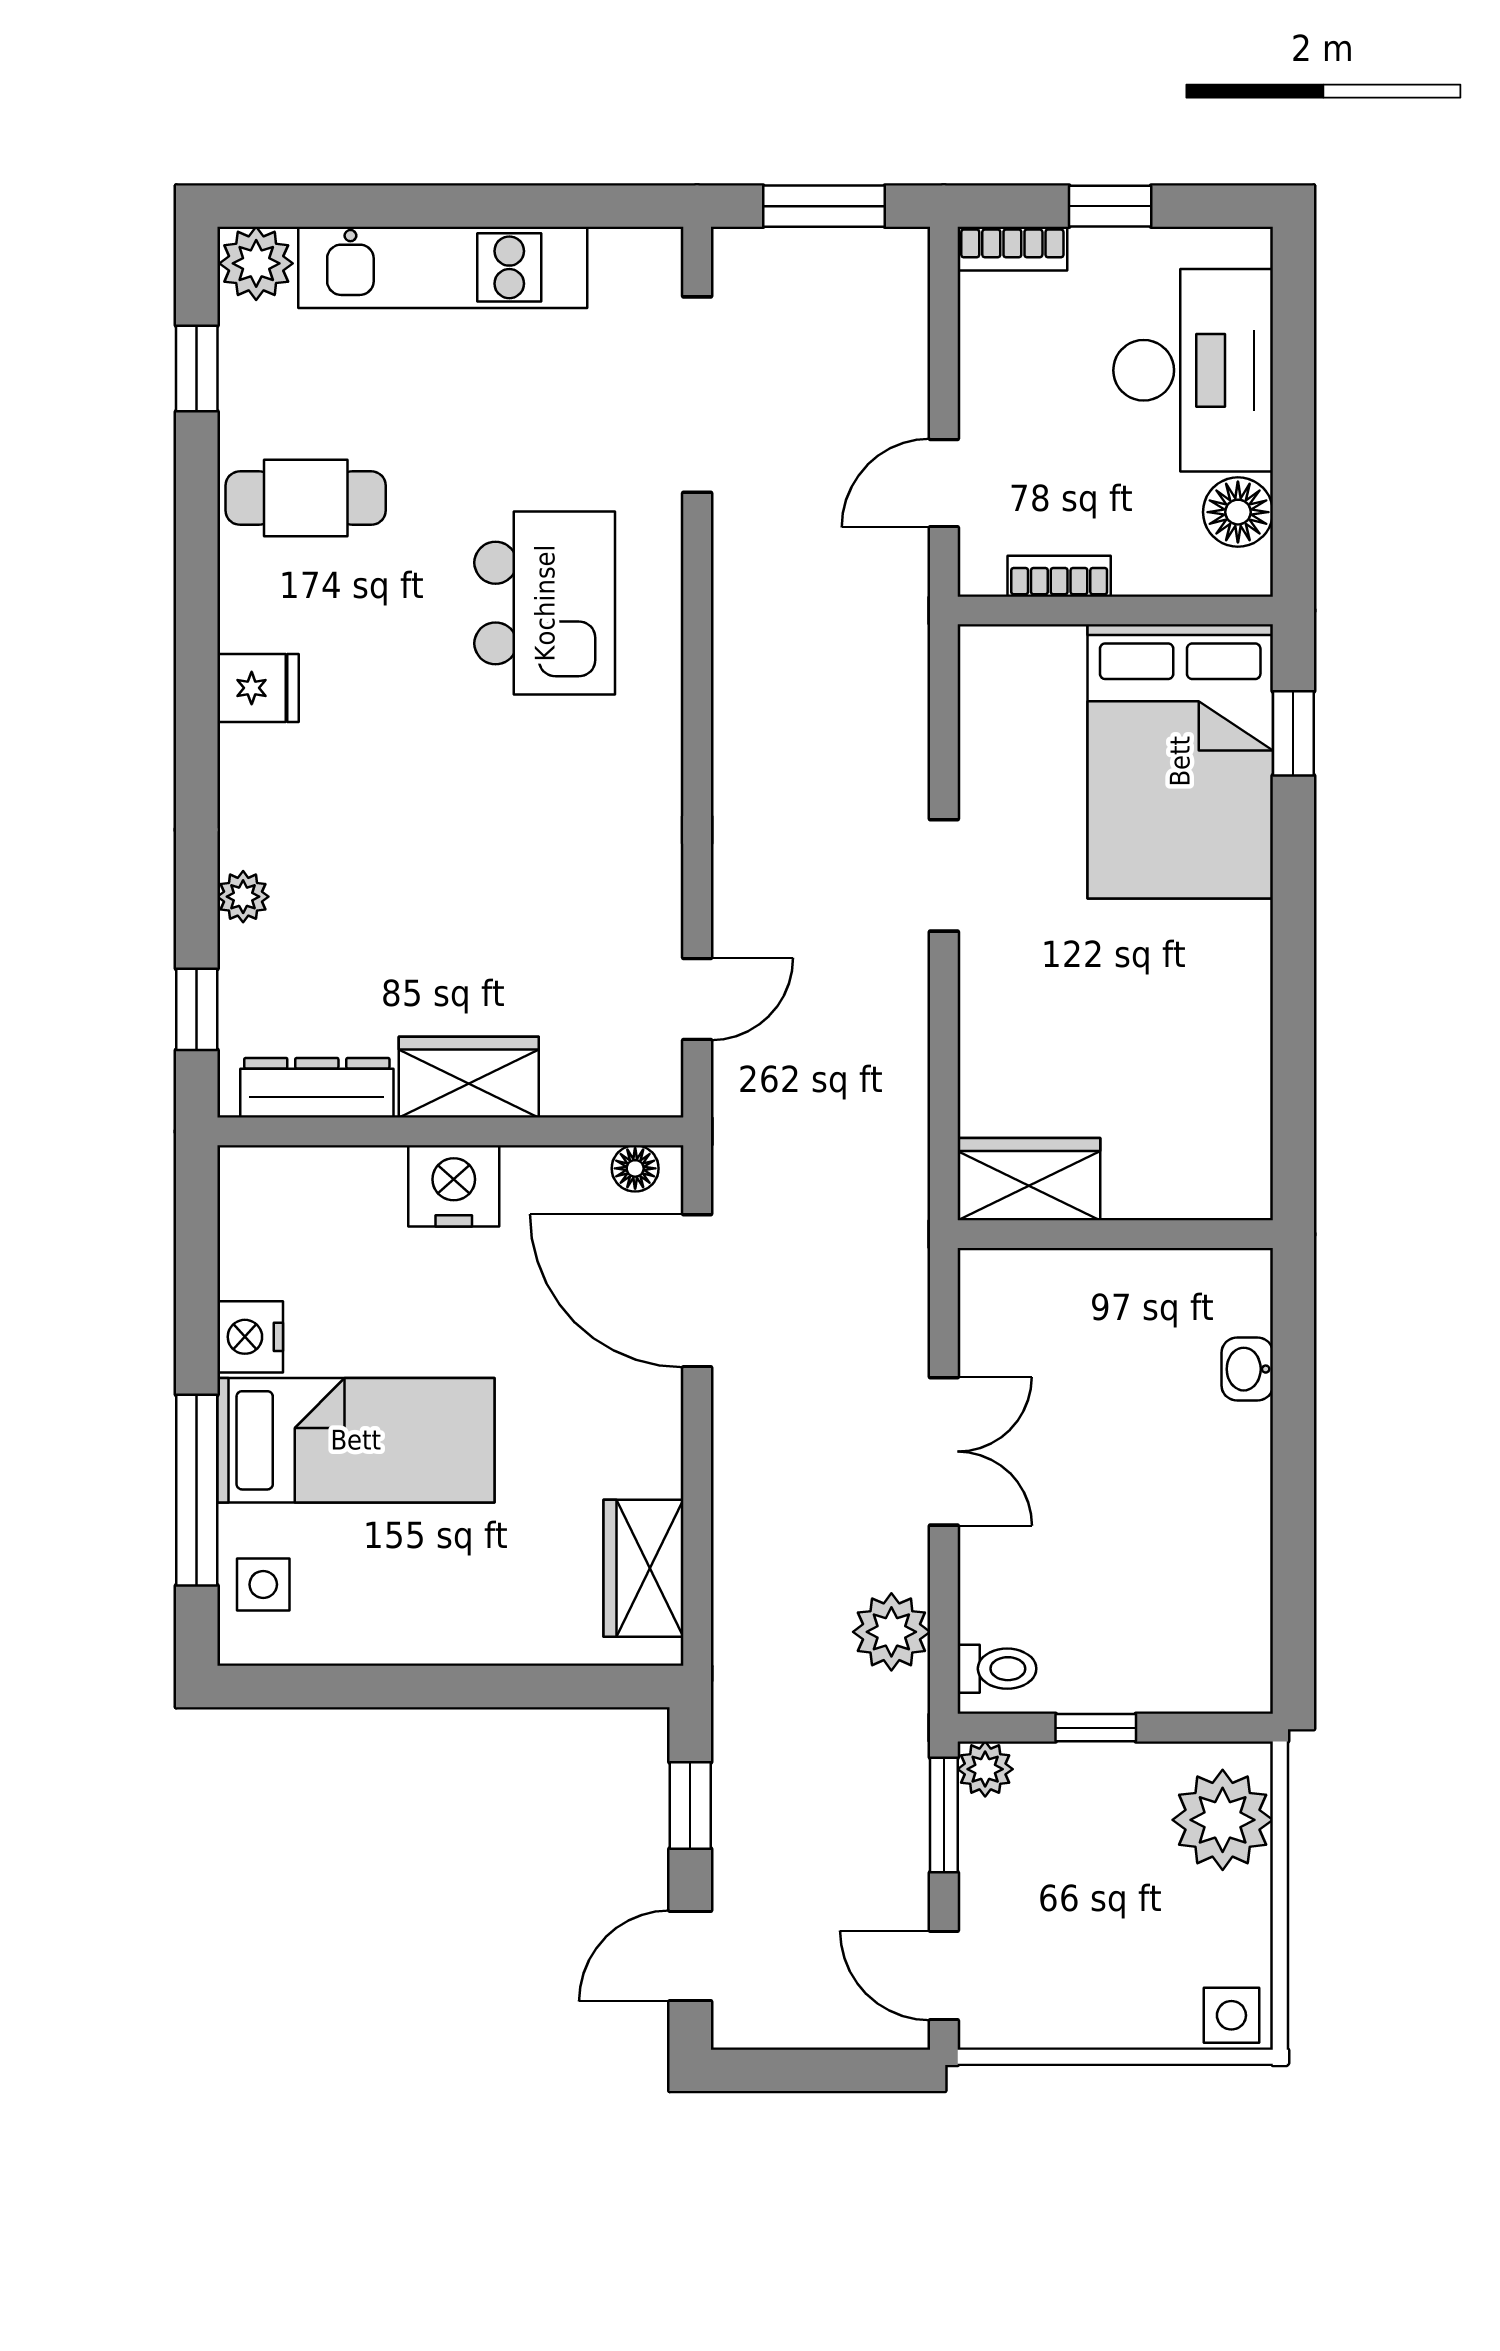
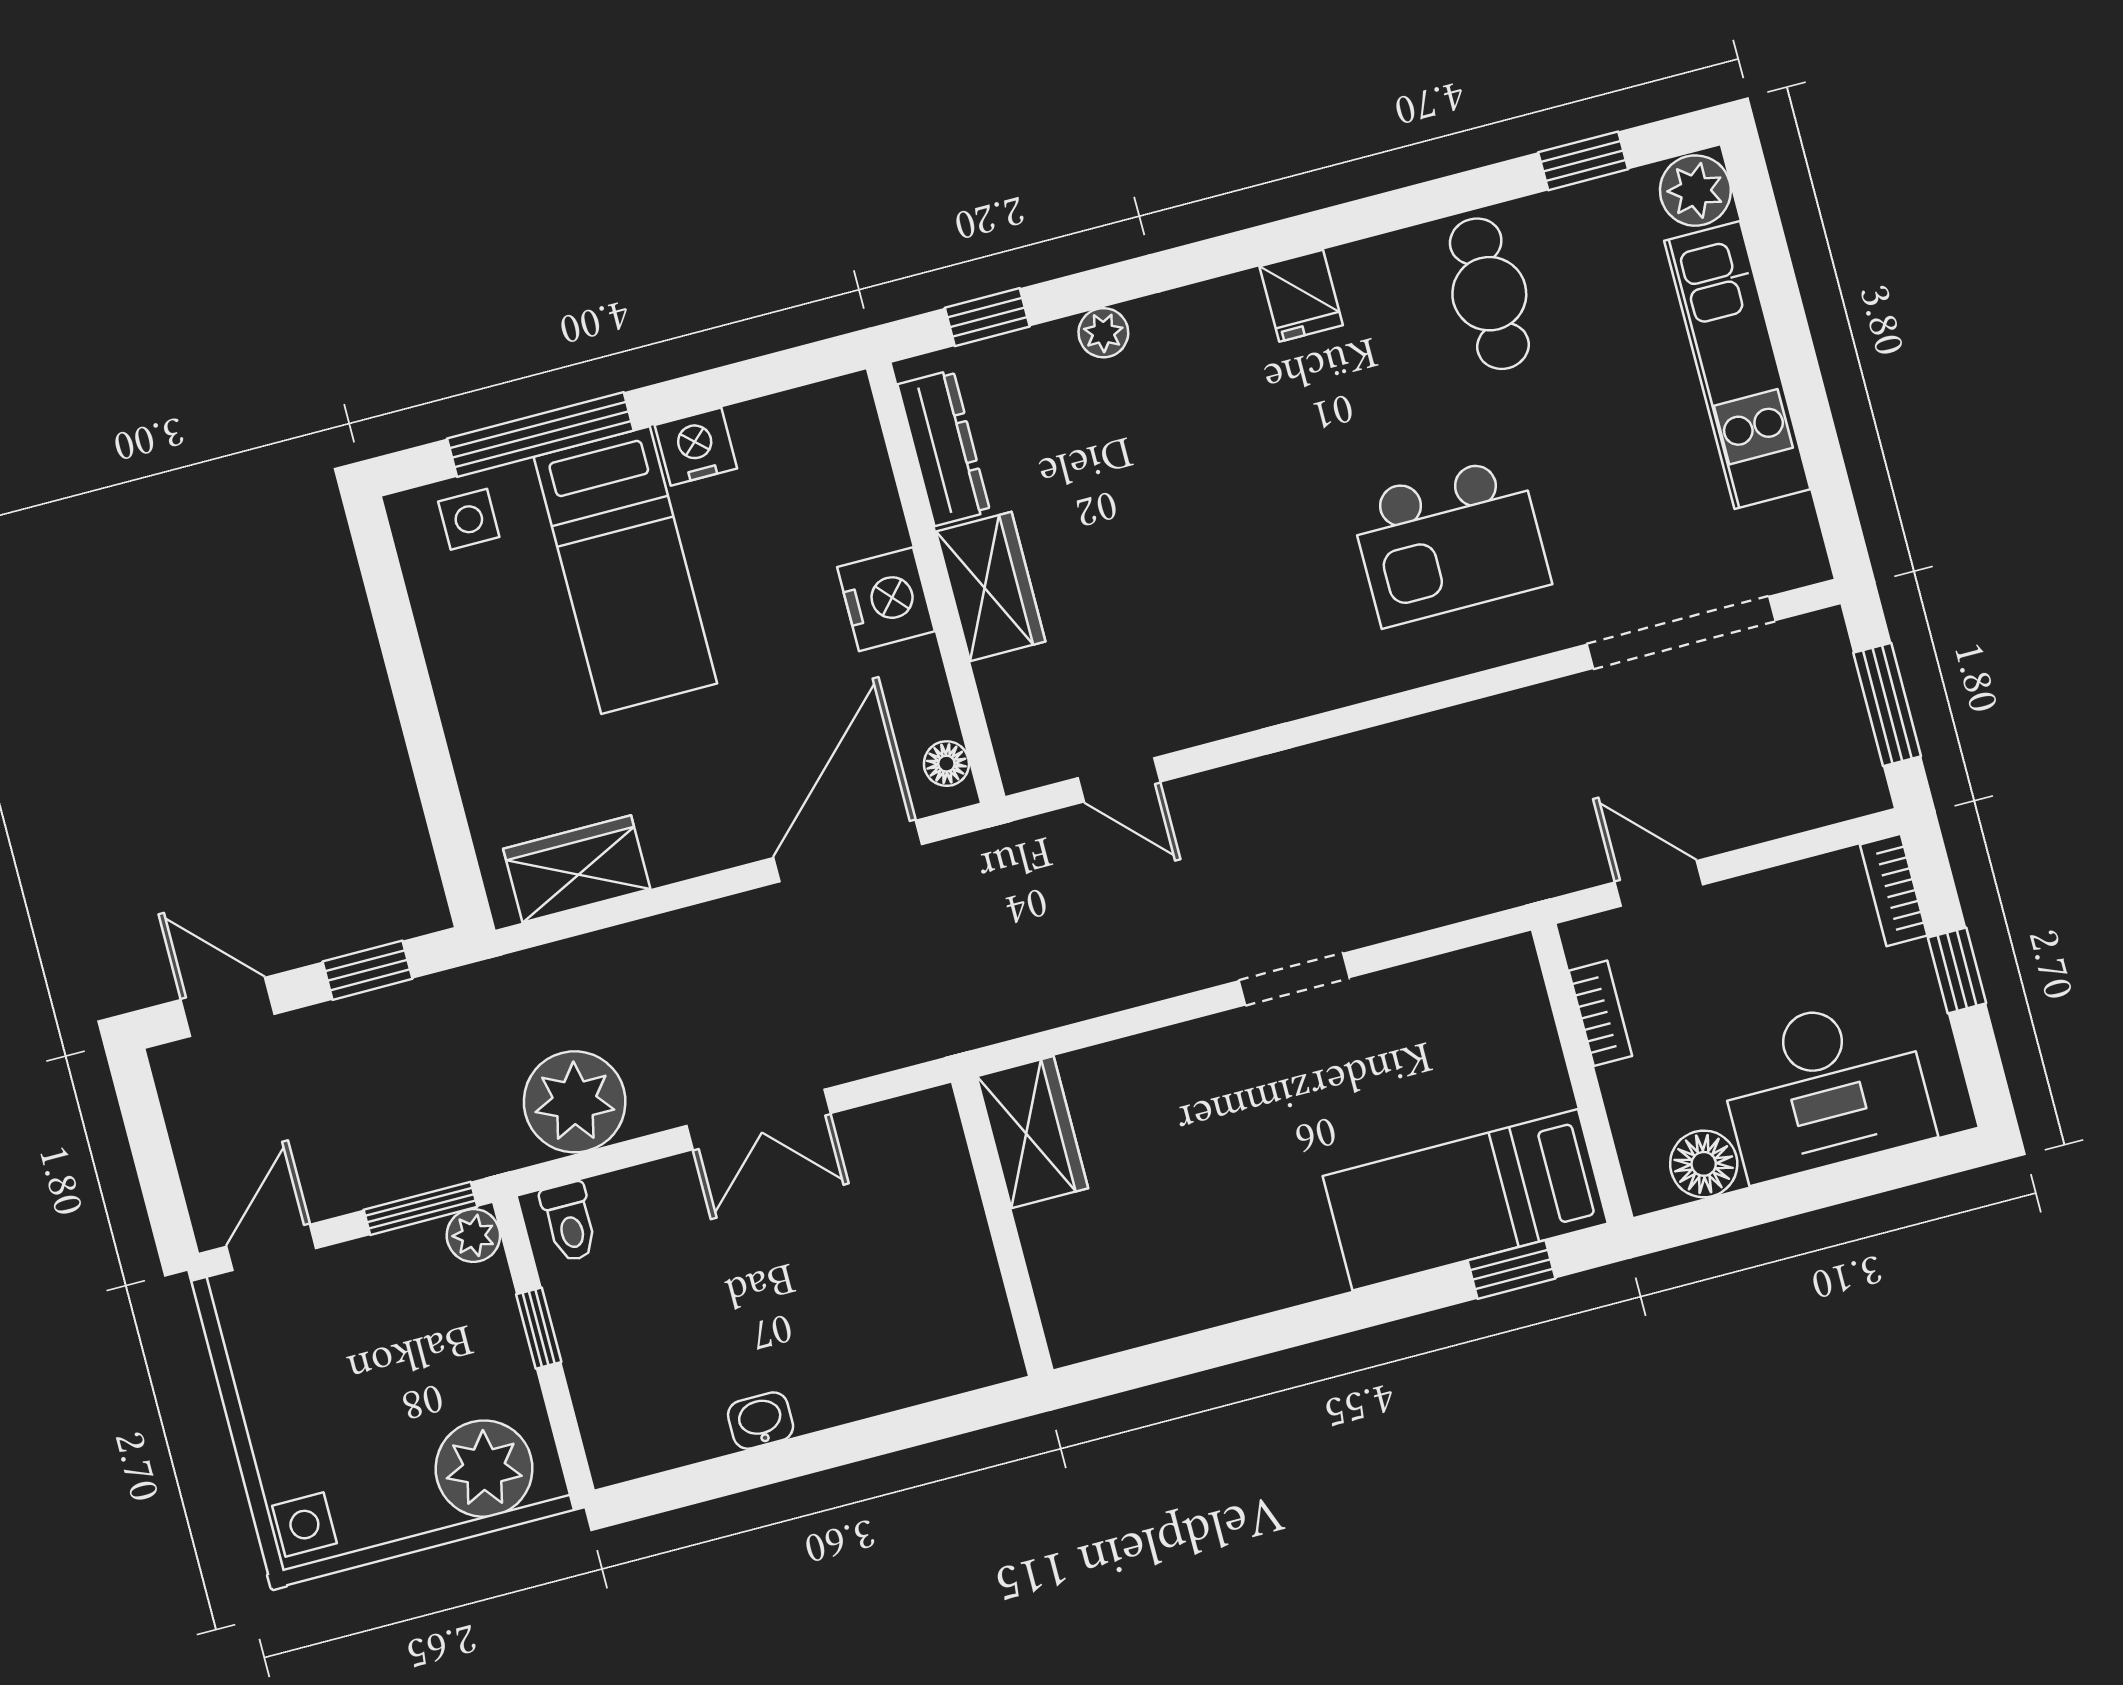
bed: (1180, 761) -> (1465, 1200), width x0.67
washbasin: (1247, 1369) -> (761, 1421), moved
plant: (891, 1632) -> (575, 1102), width x1.36, depth x1.36

